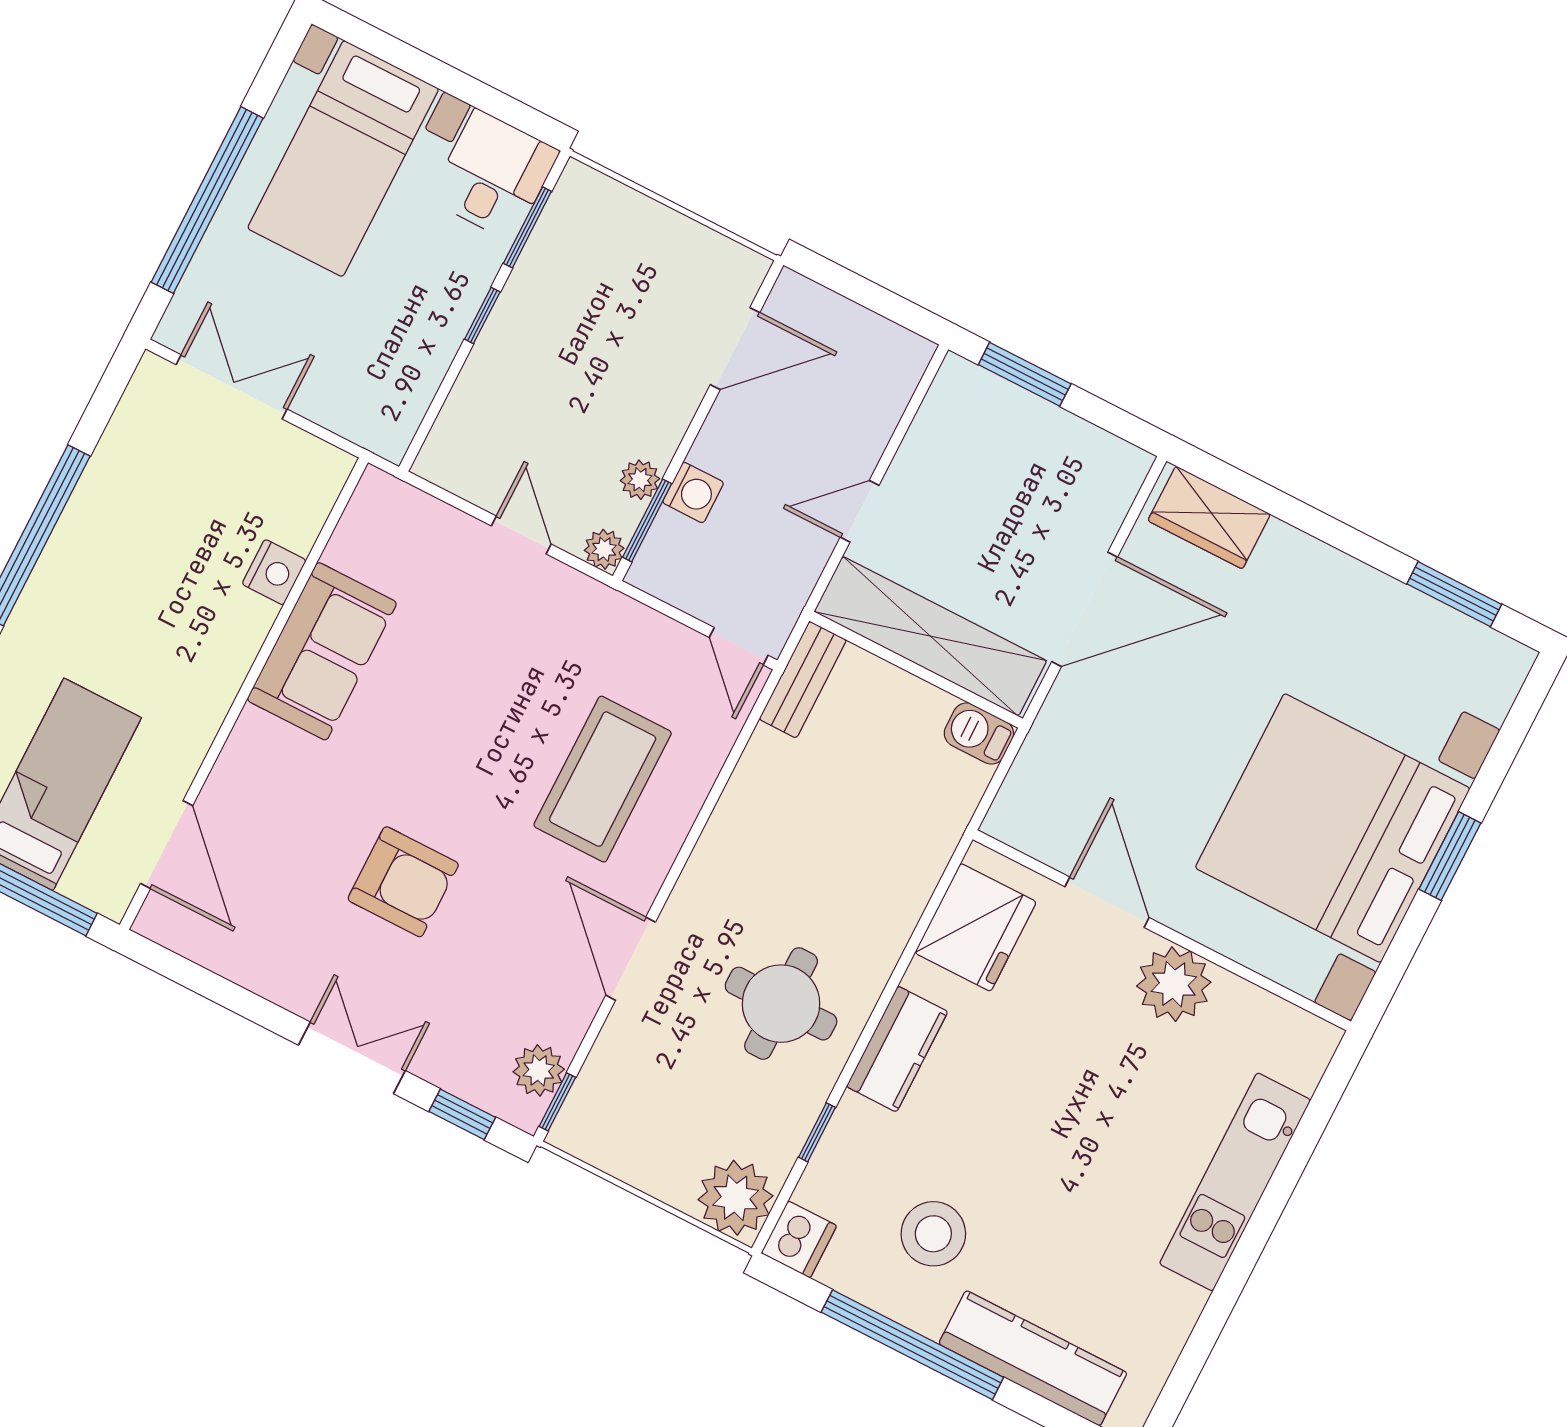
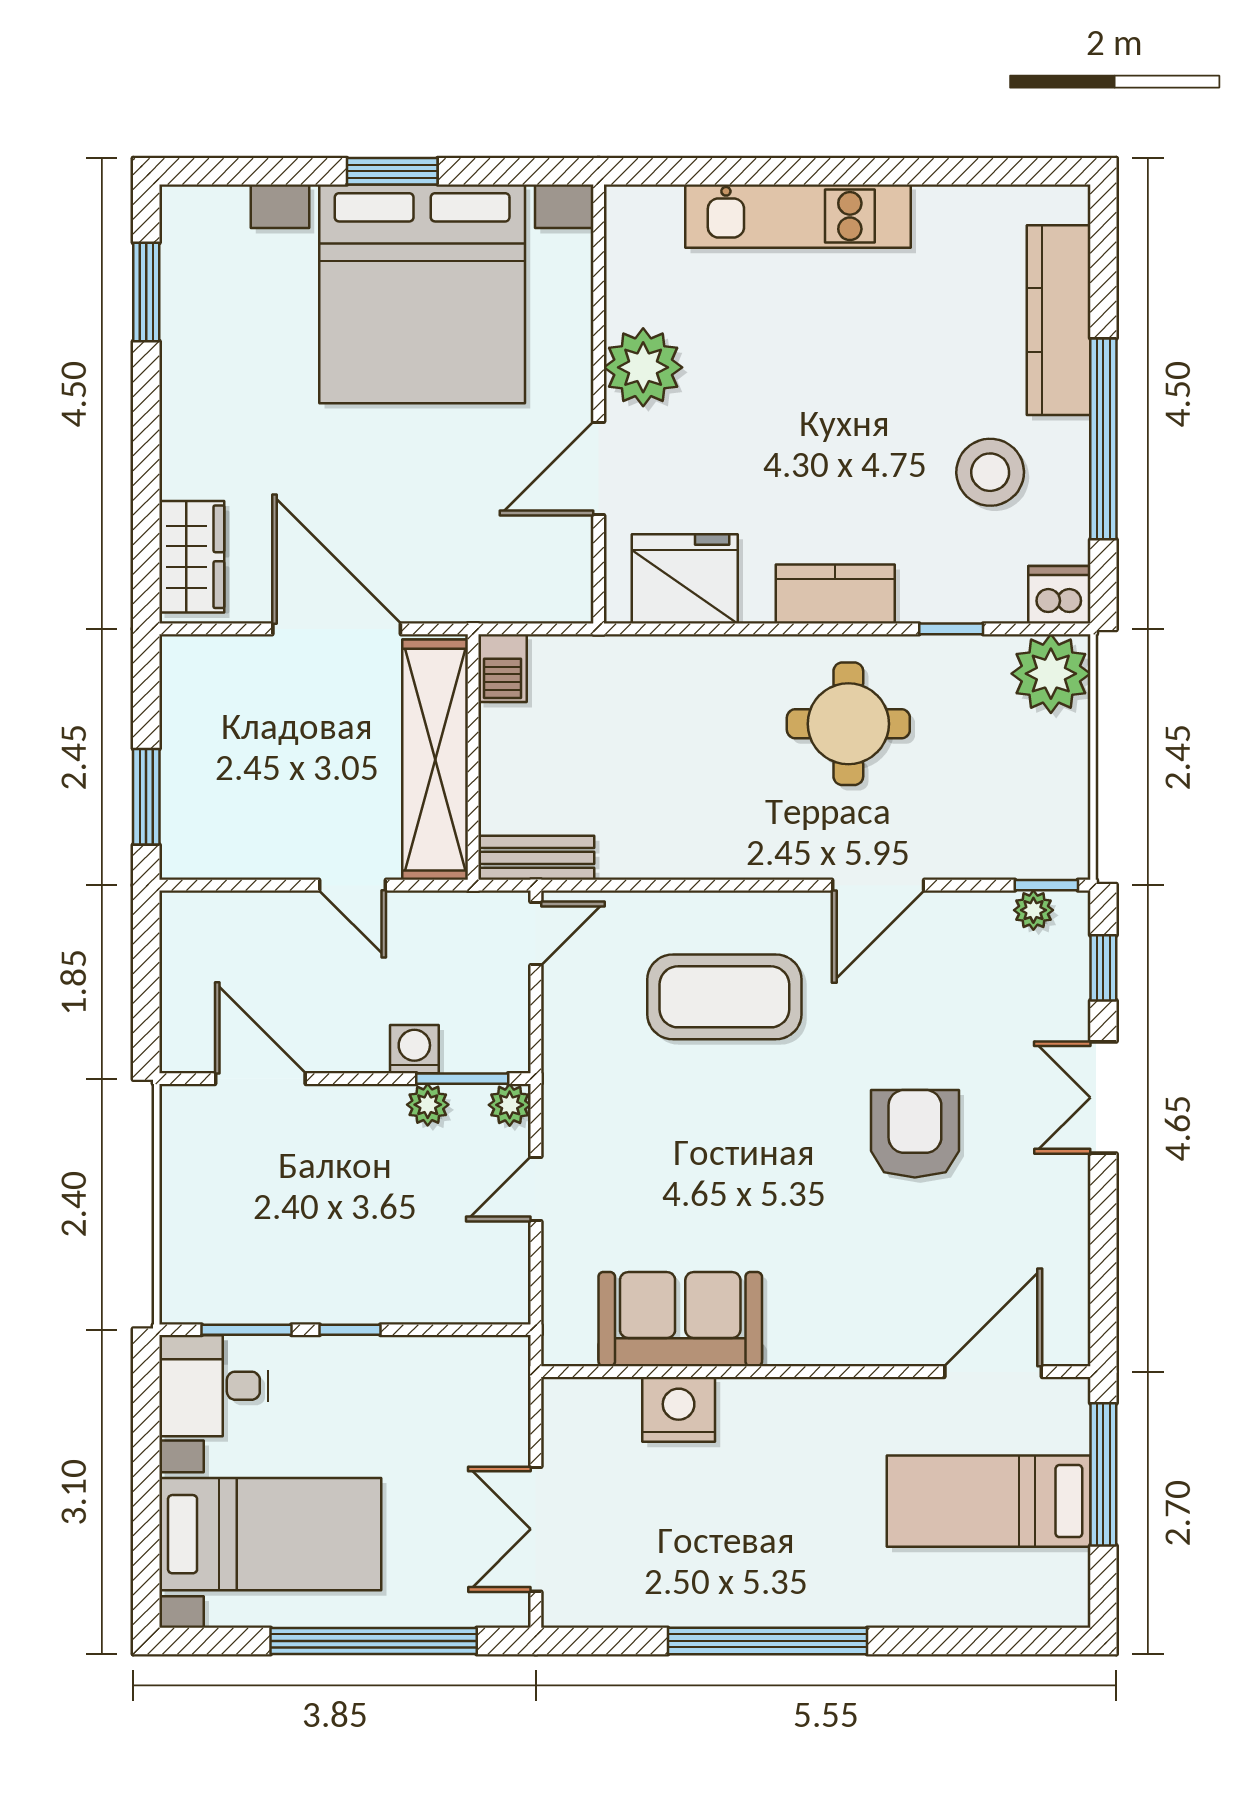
nightstand: (274, 572) -> (679, 1409), width x1.36, depth x1.33
sofa: (322, 651) -> (680, 1319), moved
plant: (539, 1070) -> (1033, 910), width x0.73, depth x0.73

